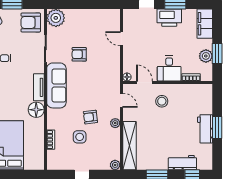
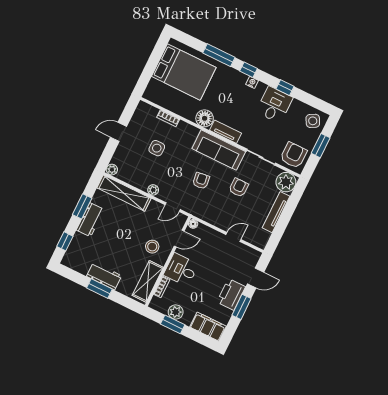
tv unit: (84, 14) -> (276, 212), added
shelving: (192, 91) -> (148, 281), added
armchair: (90, 117) -> (201, 181), moved
workbench: (182, 163) -> (90, 220), moved

